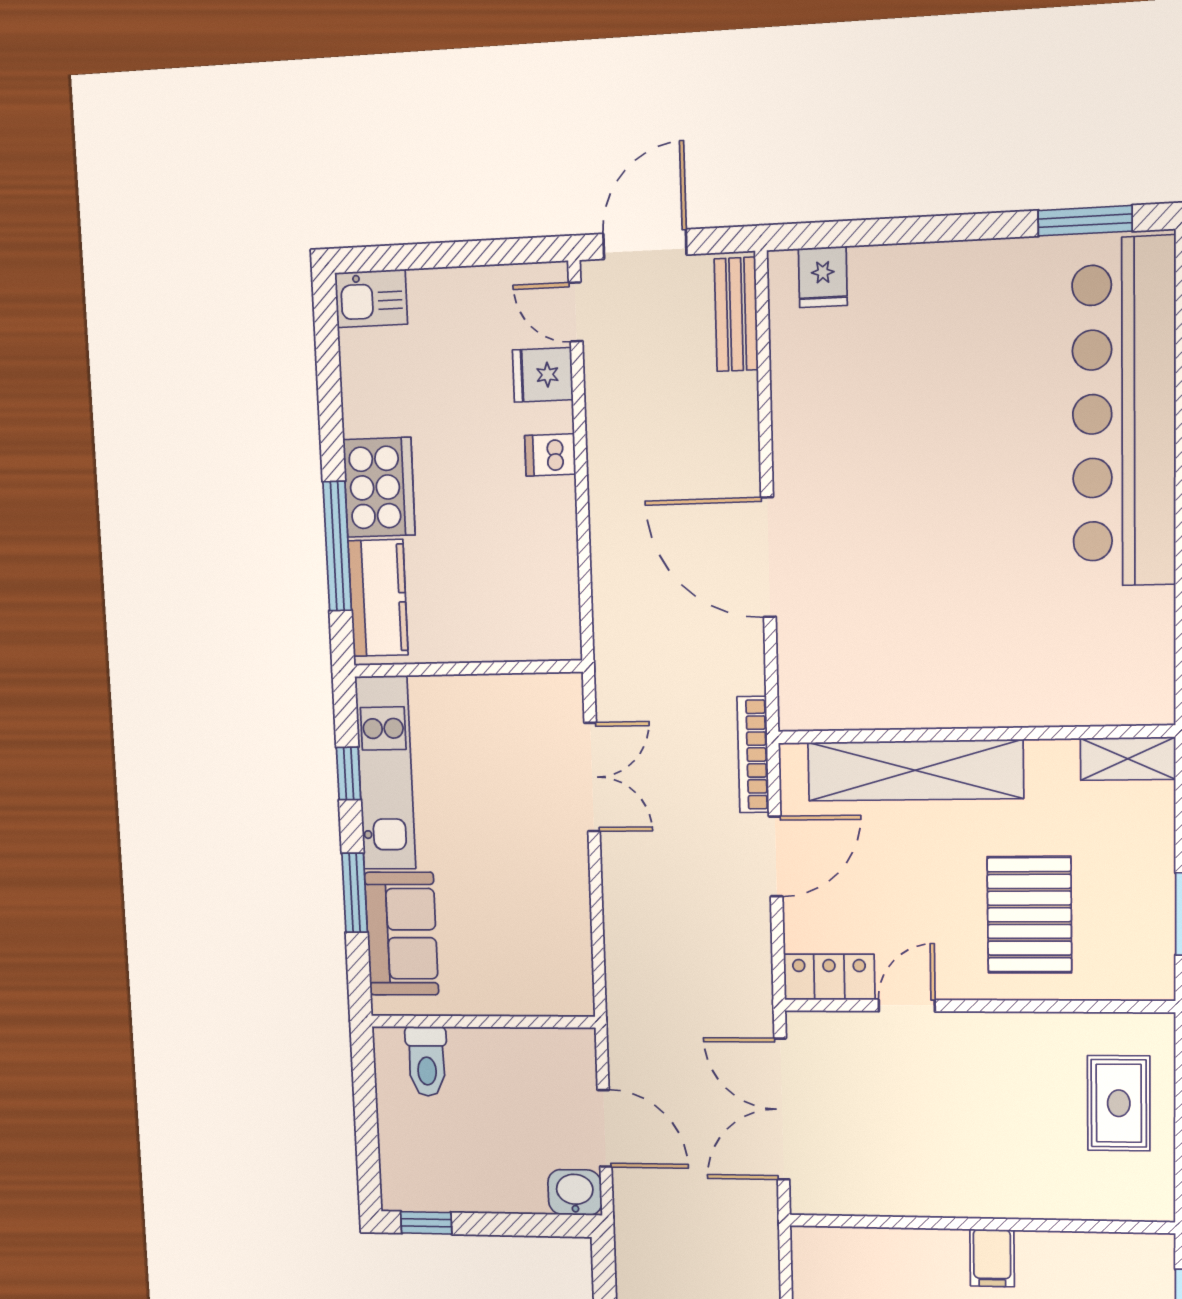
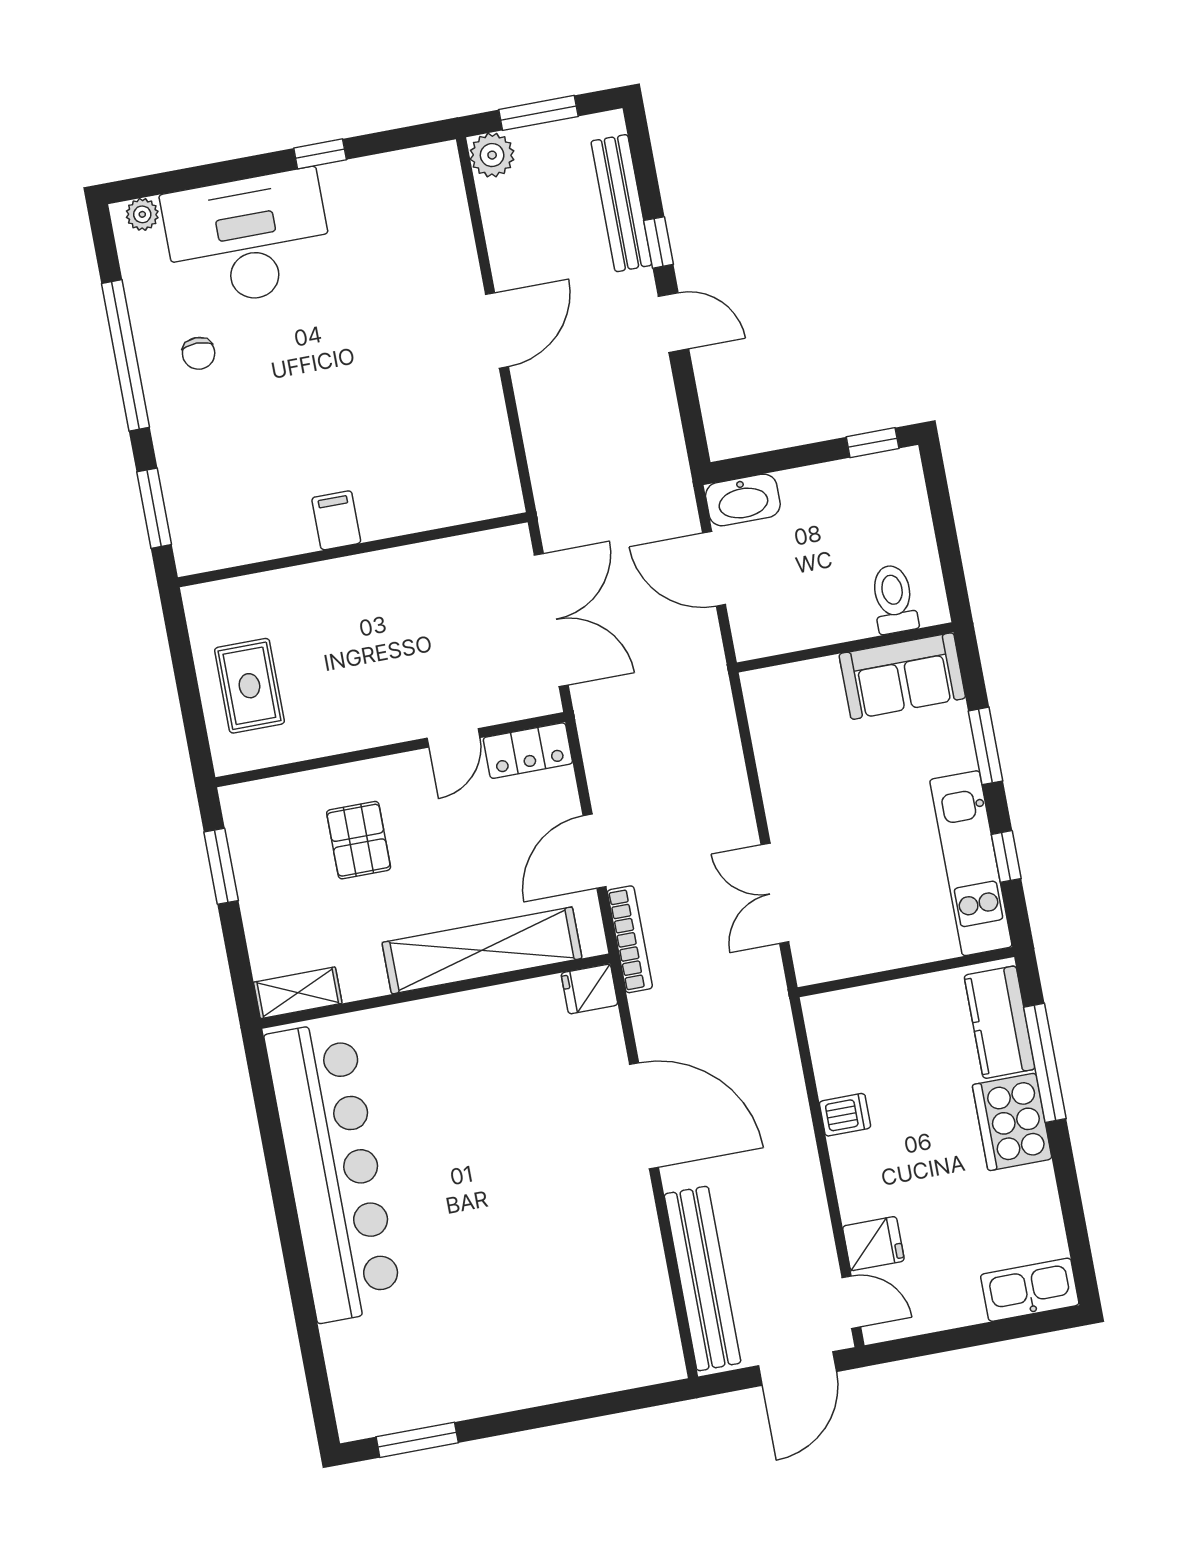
fridge: (823, 277) -> (589, 989), moved, turned -90
kitchen sink: (371, 298) -> (1030, 1290), width x1.38
bench: (736, 314) -> (702, 1279), width x1.86, depth x1.21
bar counter: (1124, 413) -> (334, 1171), moved
dishwasher: (550, 455) -> (845, 1115), moved
pallet: (1029, 915) -> (359, 840), width x0.67, depth x0.71
sofa: (402, 934) -> (902, 676), moved, turned -90
washbasin: (575, 1192) -> (743, 500), width x1.38

